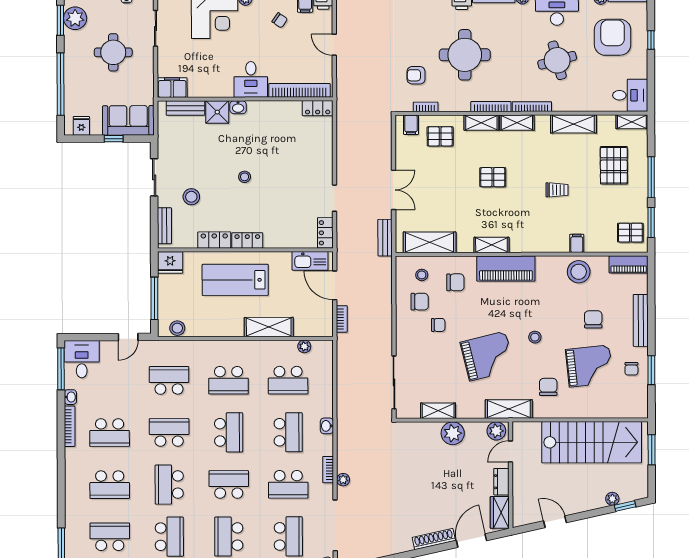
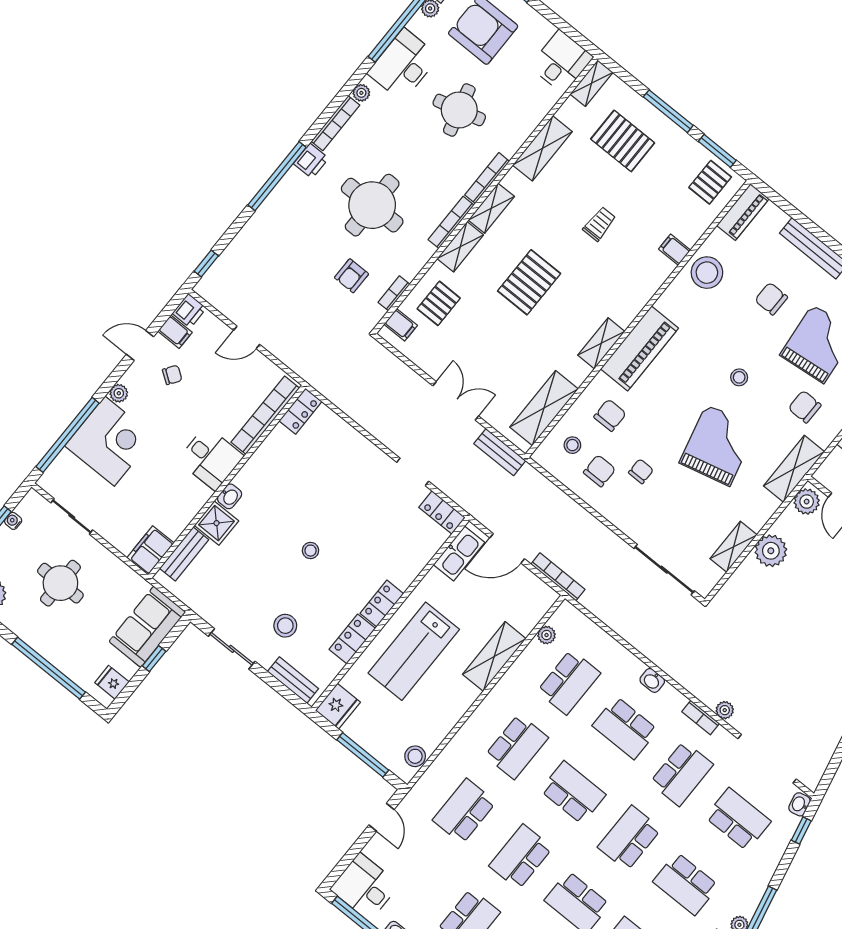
pallet: (493, 177) -> (529, 282), width x1.50, depth x1.42
bookcase: (342, 319) -> (558, 577), width x1.56
school desk: (288, 432) -> (625, 728), turned 180

